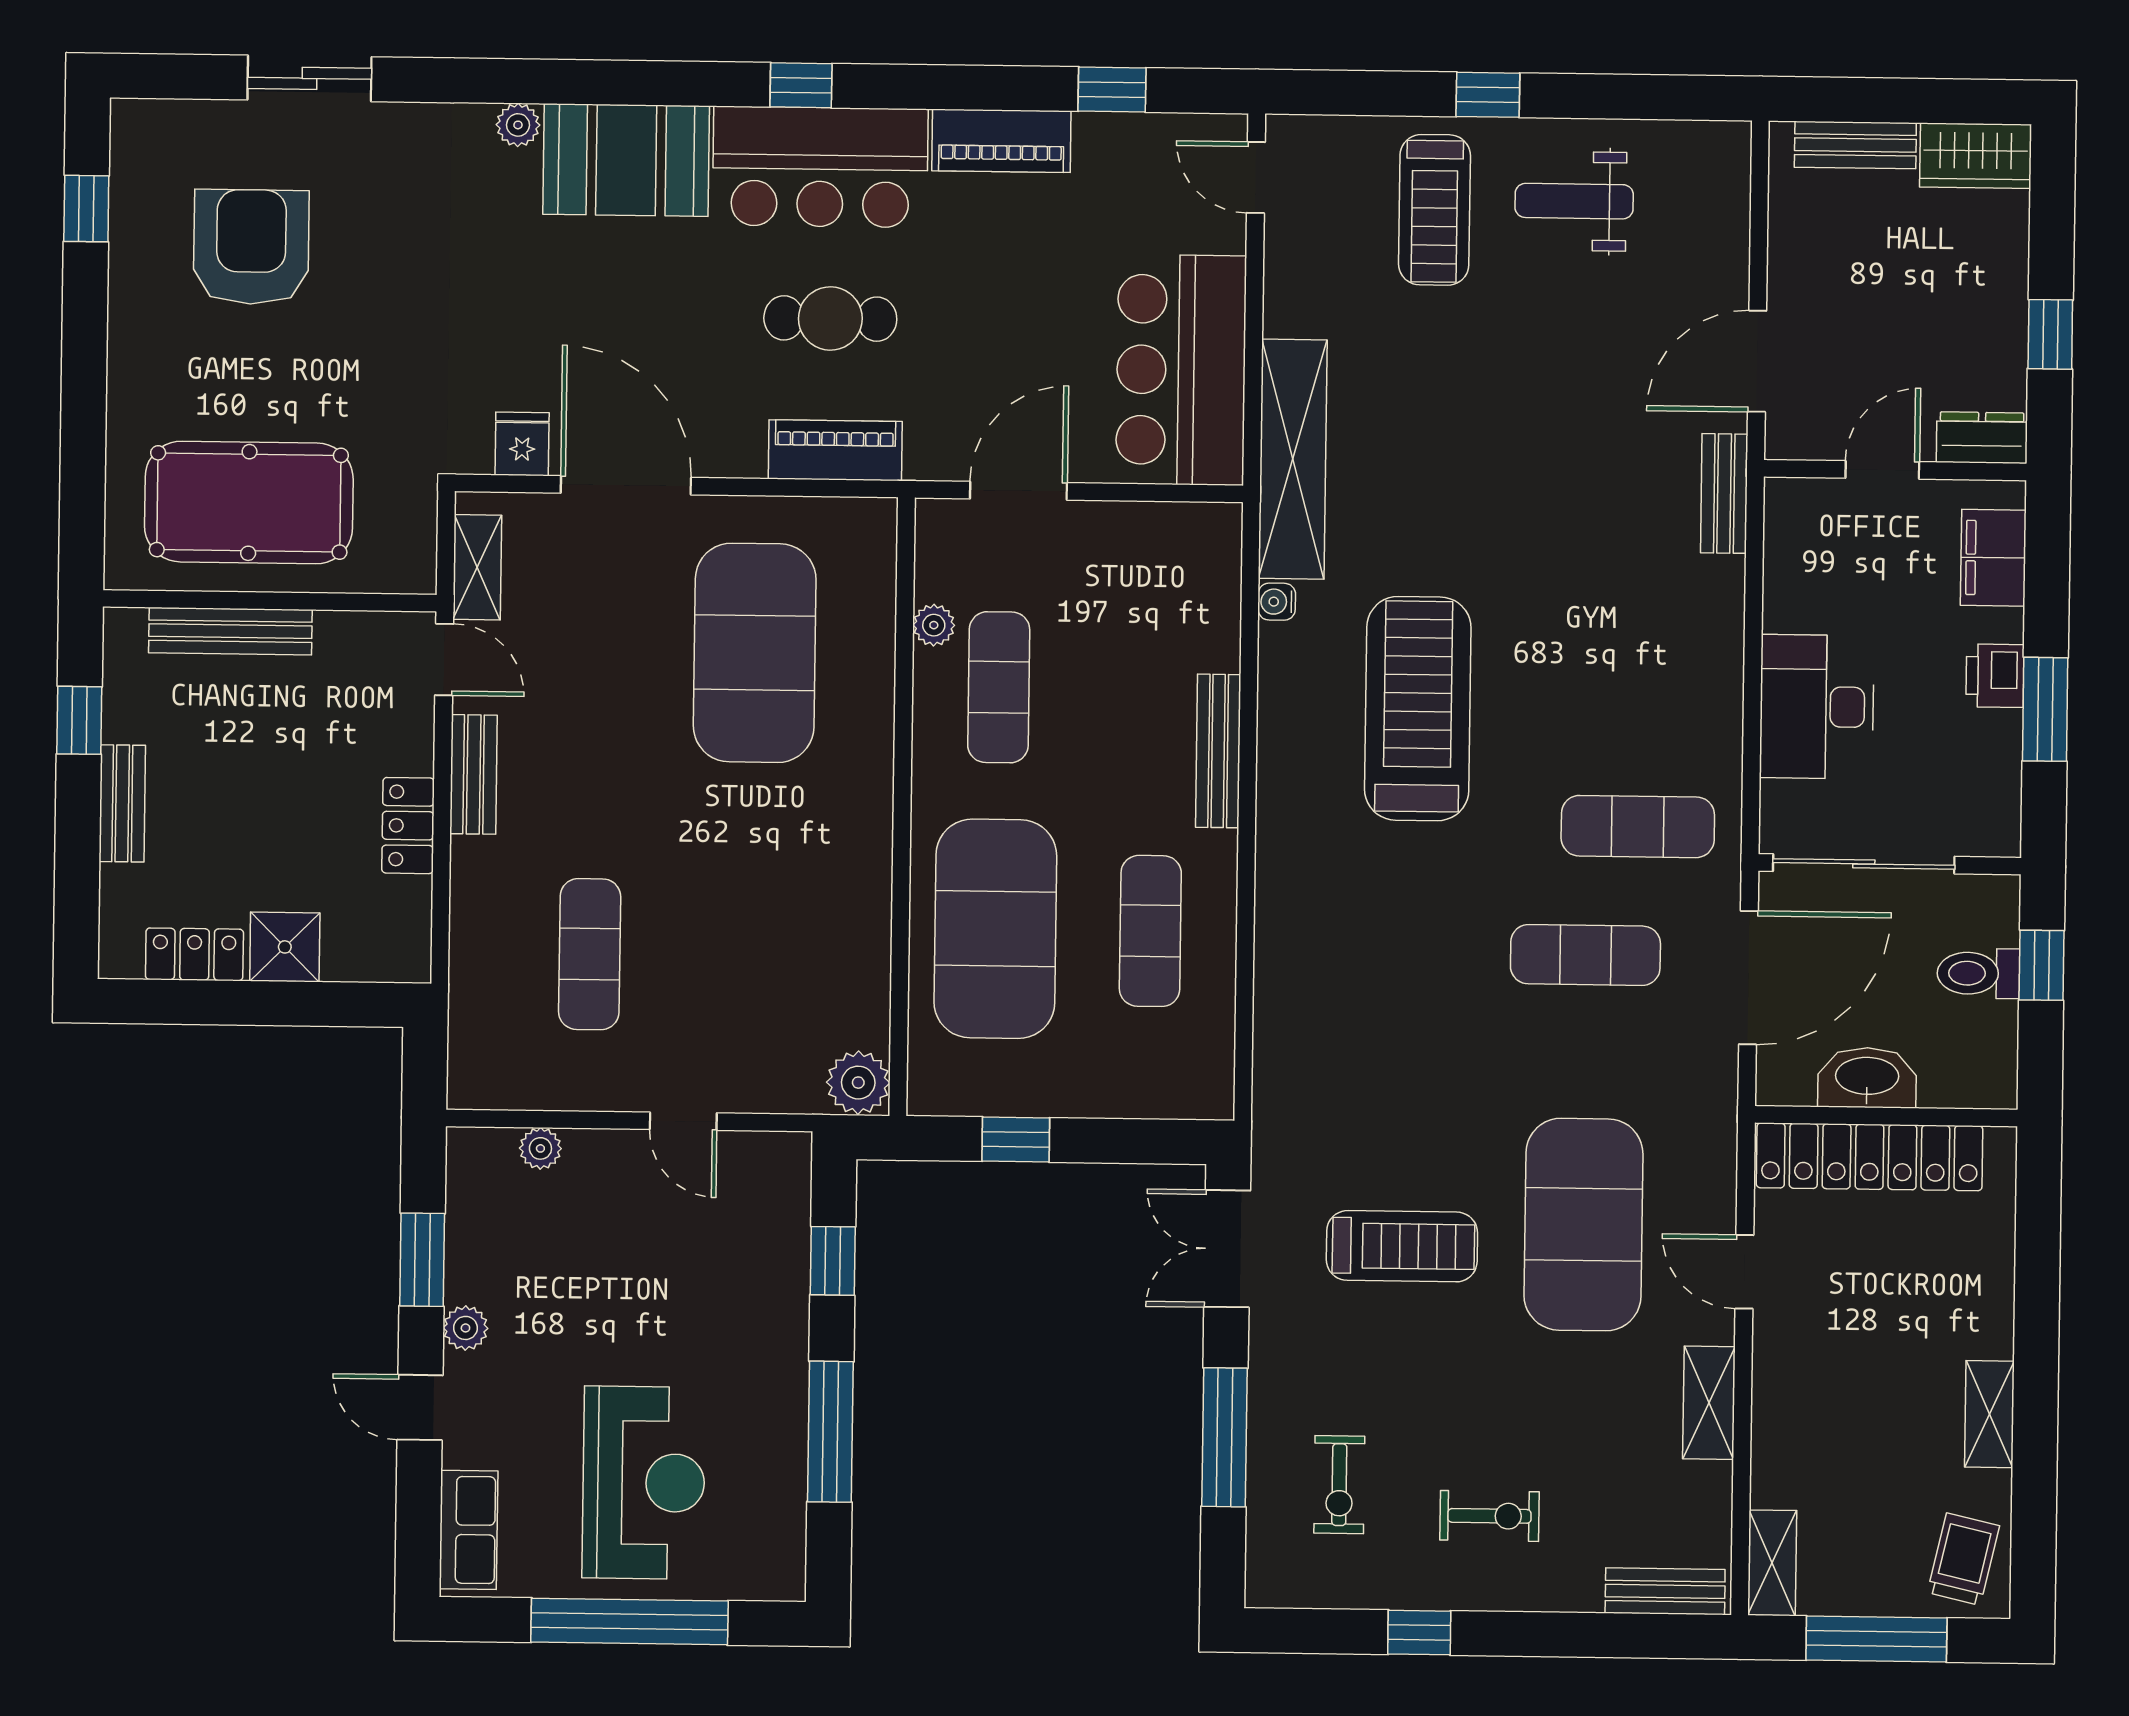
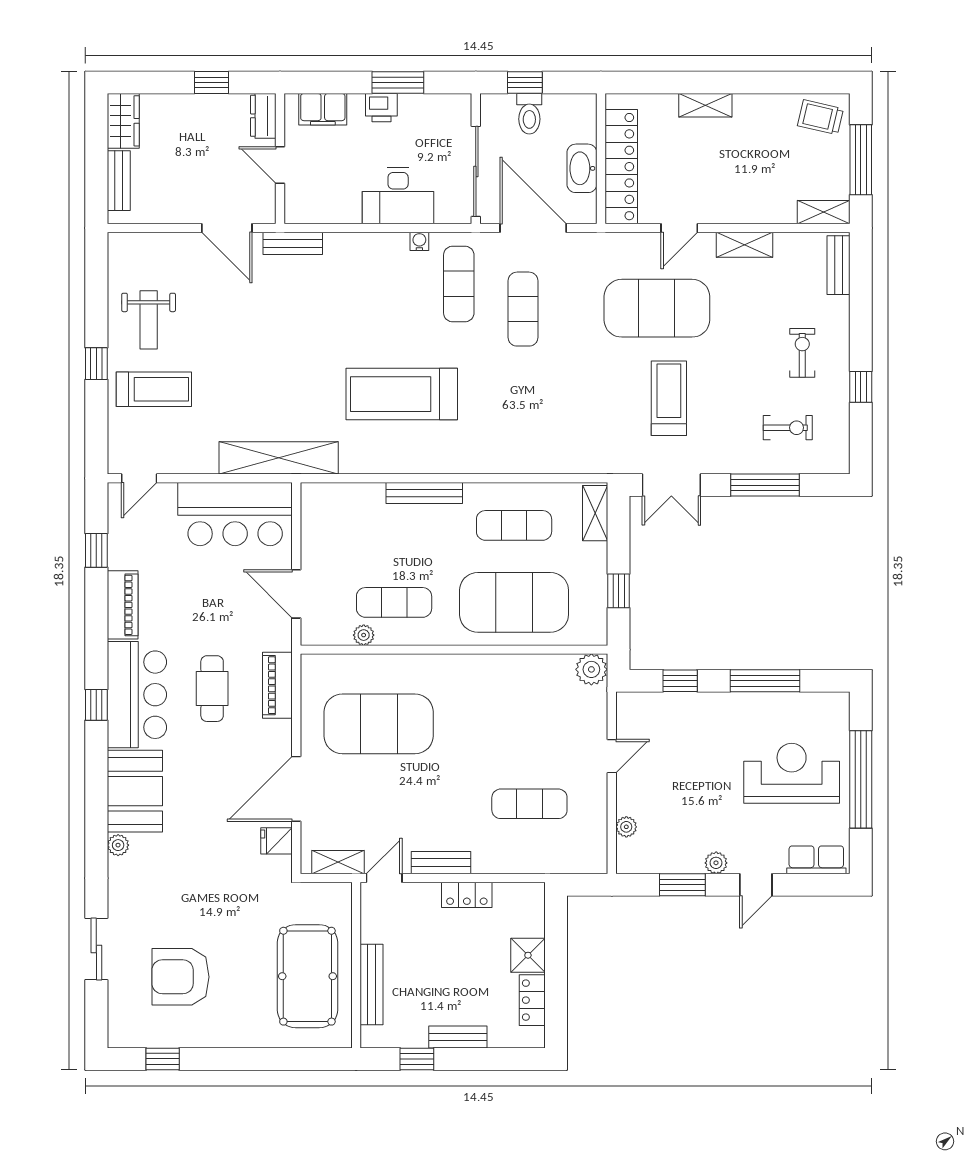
water cooler: (1277, 602) -> (419, 241), moved, turned 180
shelving: (1173, 1095) -> (595, 513), added
shelving: (1989, 1414) -> (705, 105), moved

